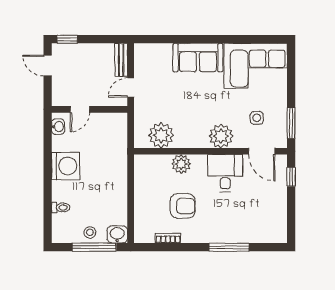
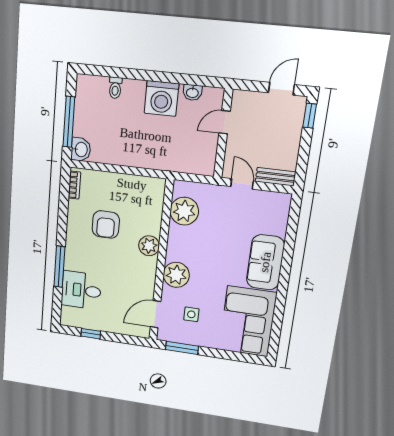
door: (80, 109) -> (225, 122), hinge flipped
washbasin: (58, 127) -> (192, 92), moved
plant: (181, 164) -> (149, 246), moved
desk: (225, 173) -> (81, 290), moved, turned 180
window: (291, 177) -> (91, 334), moved
stool: (90, 232) -> (85, 119), removed
bookcase: (168, 238) -> (74, 185), moved

